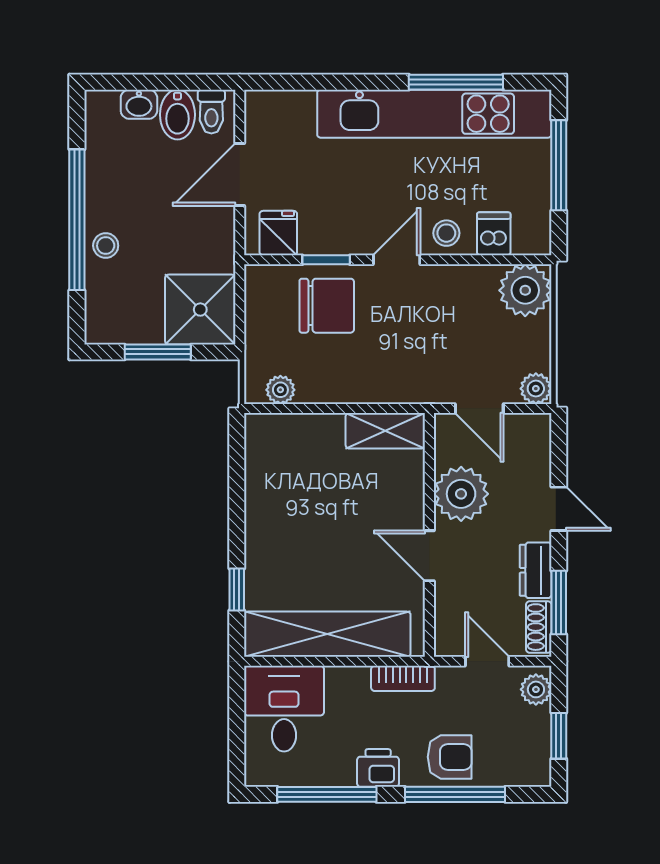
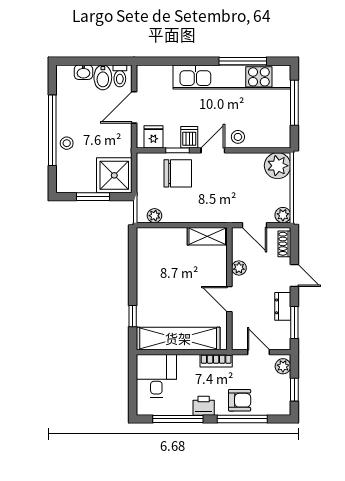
dishwasher: (494, 234) -> (189, 137), moved
plant: (461, 494) -> (239, 268), width x0.53, depth x0.53
shoe rack: (539, 627) -> (284, 244), moved

